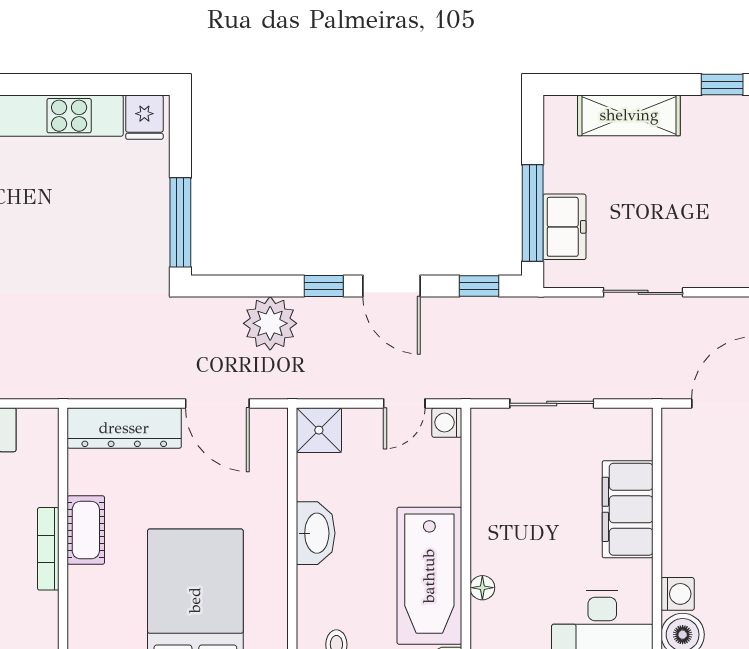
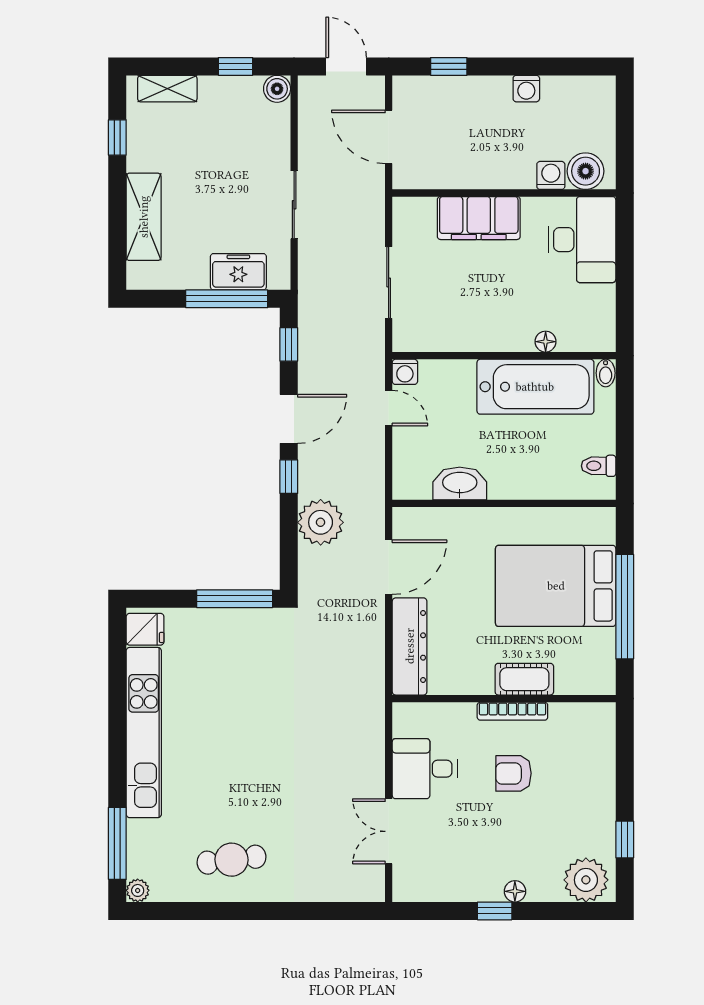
shower: (319, 430) -> (411, 481), removed
cot: (86, 530) -> (524, 679), moved
washbasin: (316, 533) -> (460, 483), moved

